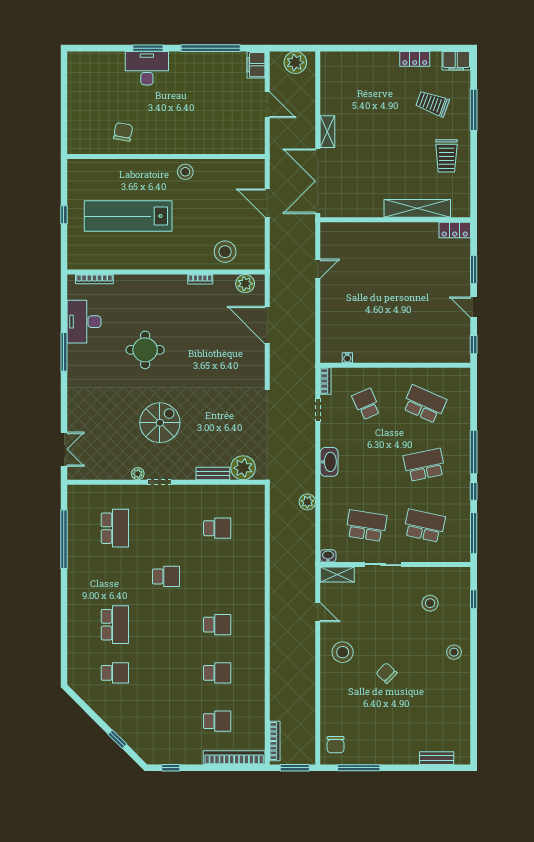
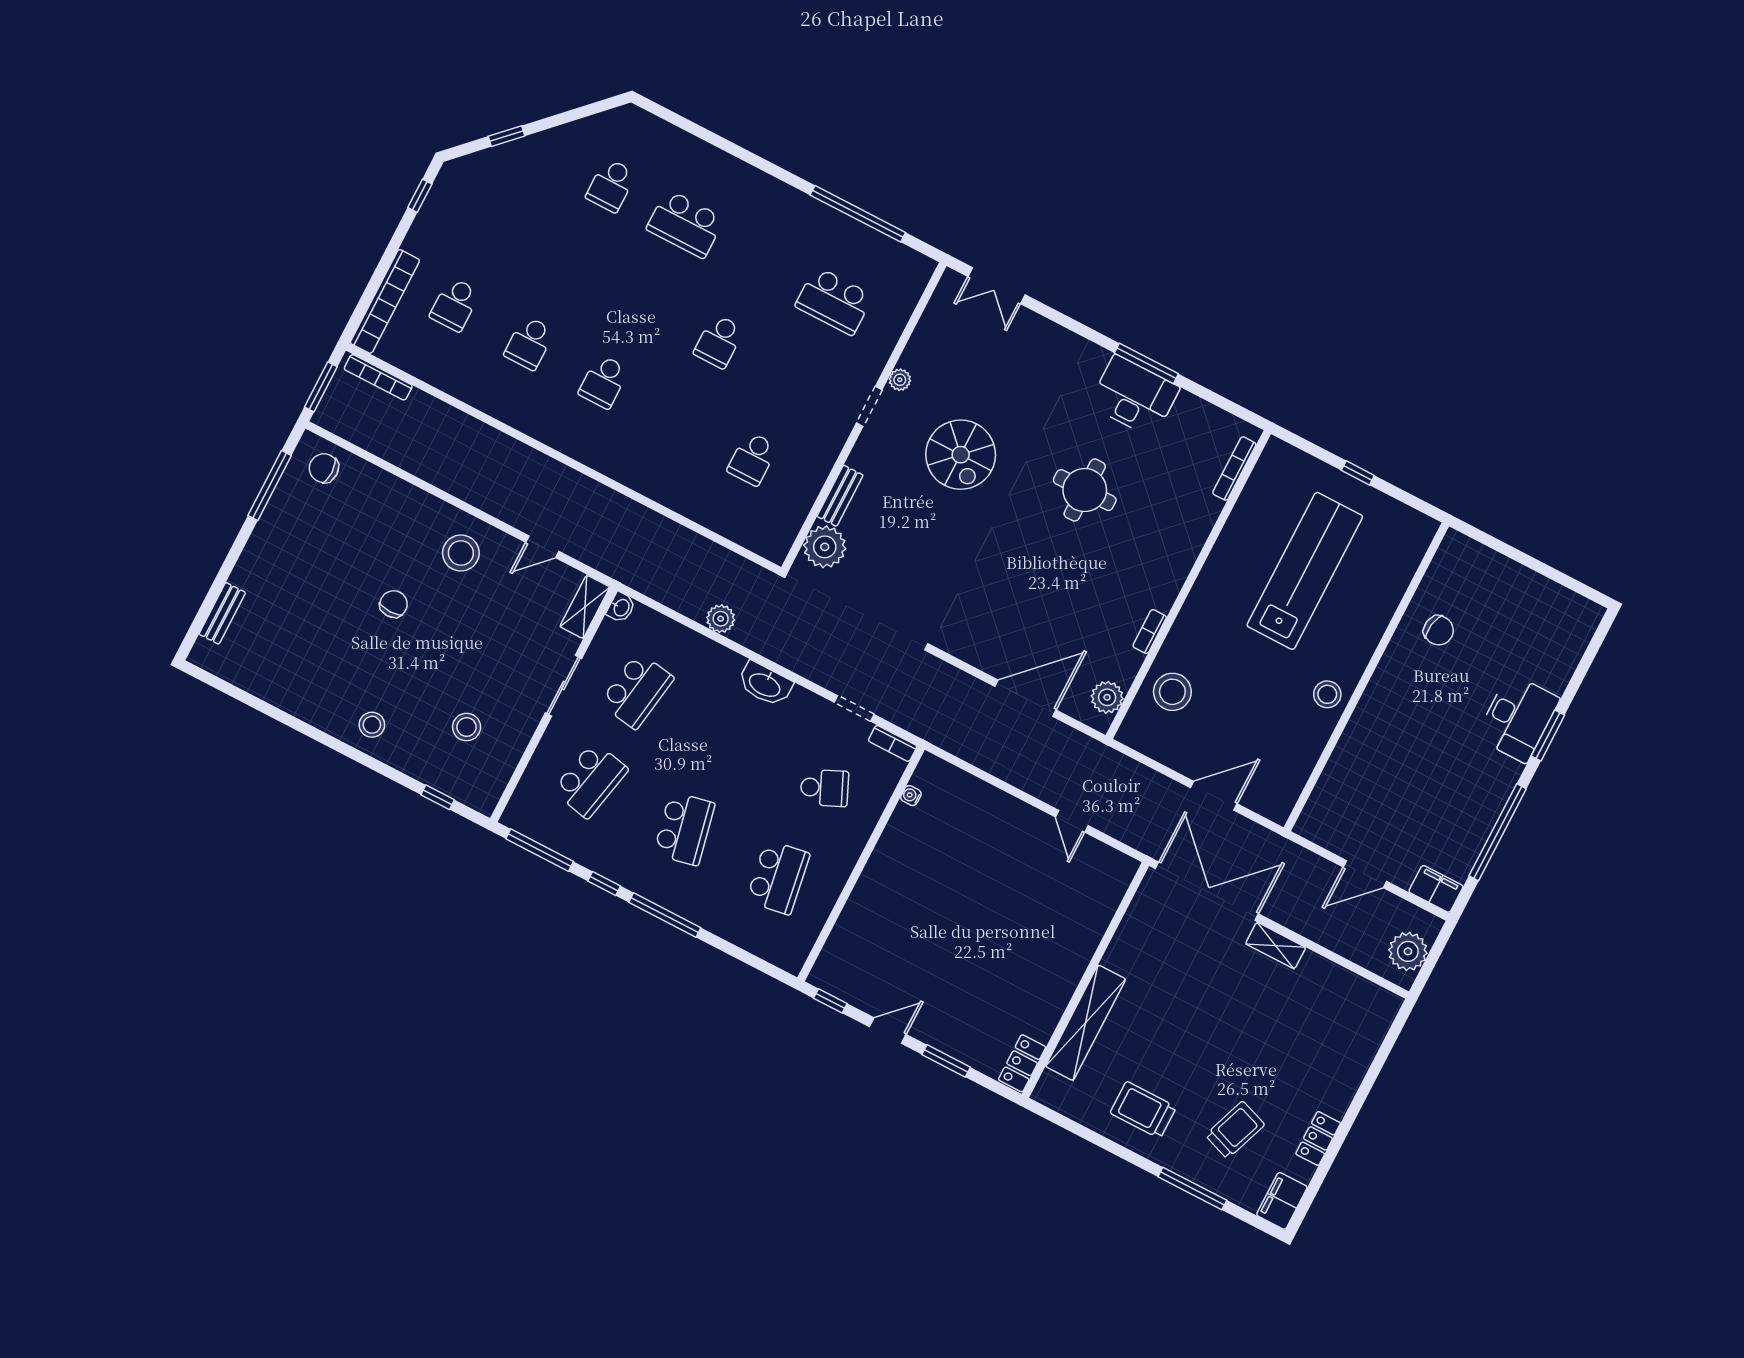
desk: (84, 322) -> (1134, 396), moved
school desk: (424, 404) -> (778, 877), turned -33
chair: (387, 673) -> (394, 604), turned -44

